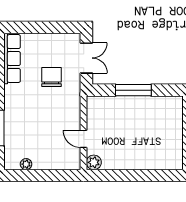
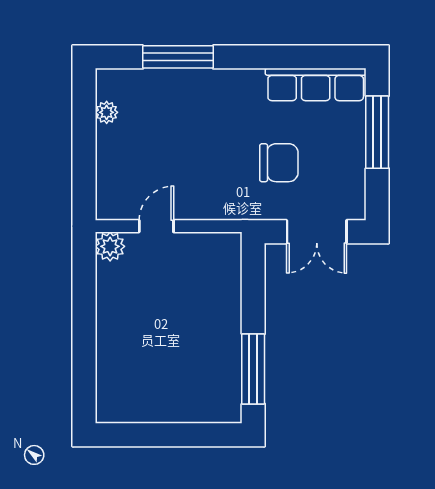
window: (36, 27) -> (377, 132), added
window: (133, 90) -> (253, 369), moved

